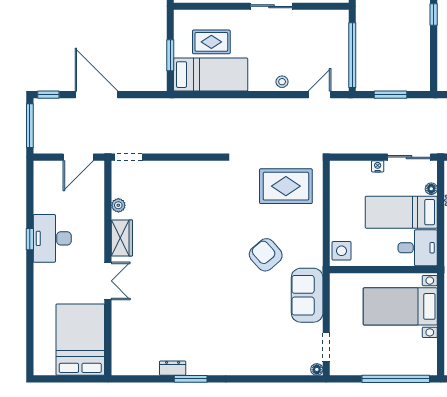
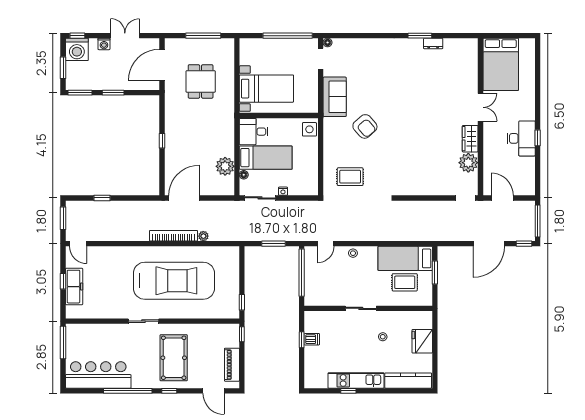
door: (96, 95) -> (489, 244), hinge flipped
door: (78, 157) -> (502, 198), hinge flipped
rug: (286, 186) -> (350, 177), width x0.73, depth x0.70
plant: (118, 205) -> (468, 163), width x1.87, depth x1.87
double door: (108, 281) -> (480, 107), swing flipped
window: (396, 379) -> (288, 36), moved

